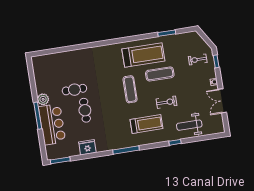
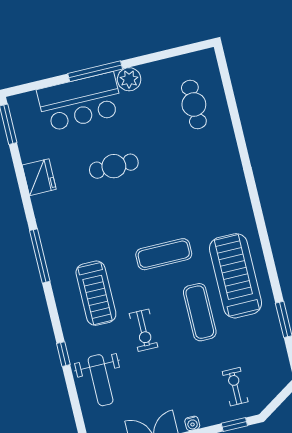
treadmill: (143, 55) -> (236, 276), turned 180
cafe table: (74, 90) -> (194, 104), moved
weight bench: (189, 125) -> (101, 380), turned 180

